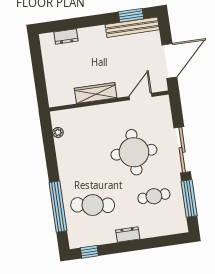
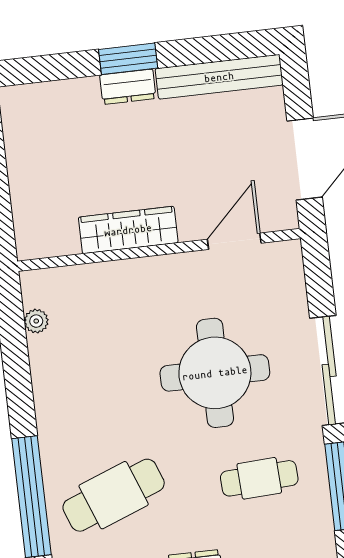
window: (131, 15) -> (128, 59), moved
dresser: (66, 37) -> (128, 87), moved
cafe table: (93, 205) -> (114, 495), turned -30

